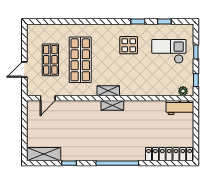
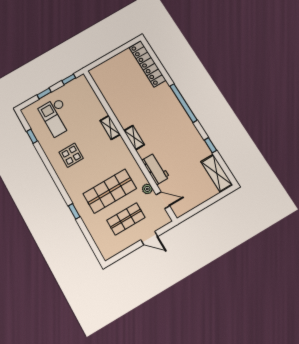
window: (138, 22) -> (74, 211), moved
shelving: (108, 91) -> (110, 127), moved
plant: (183, 91) -> (147, 189), moved
workbench: (180, 107) -> (156, 169), moved

